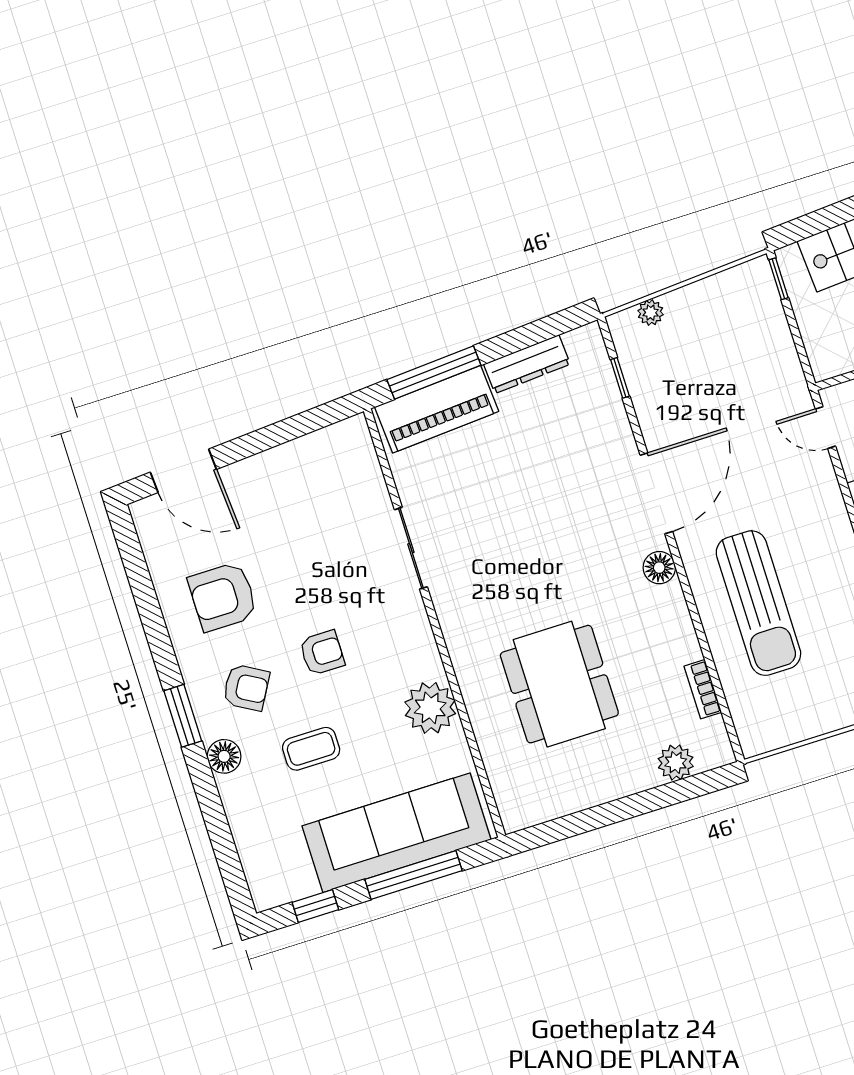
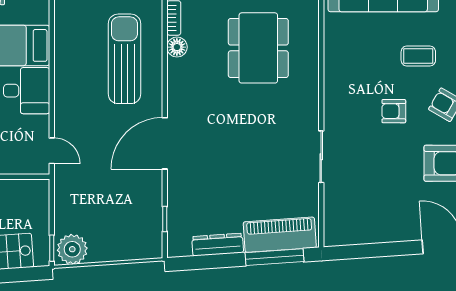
plant: (651, 313) -> (72, 249), moved, width x1.88, depth x1.88
floor lamp: (659, 568) -> (177, 47), moved
plant: (430, 708) -> (340, 58), removed

